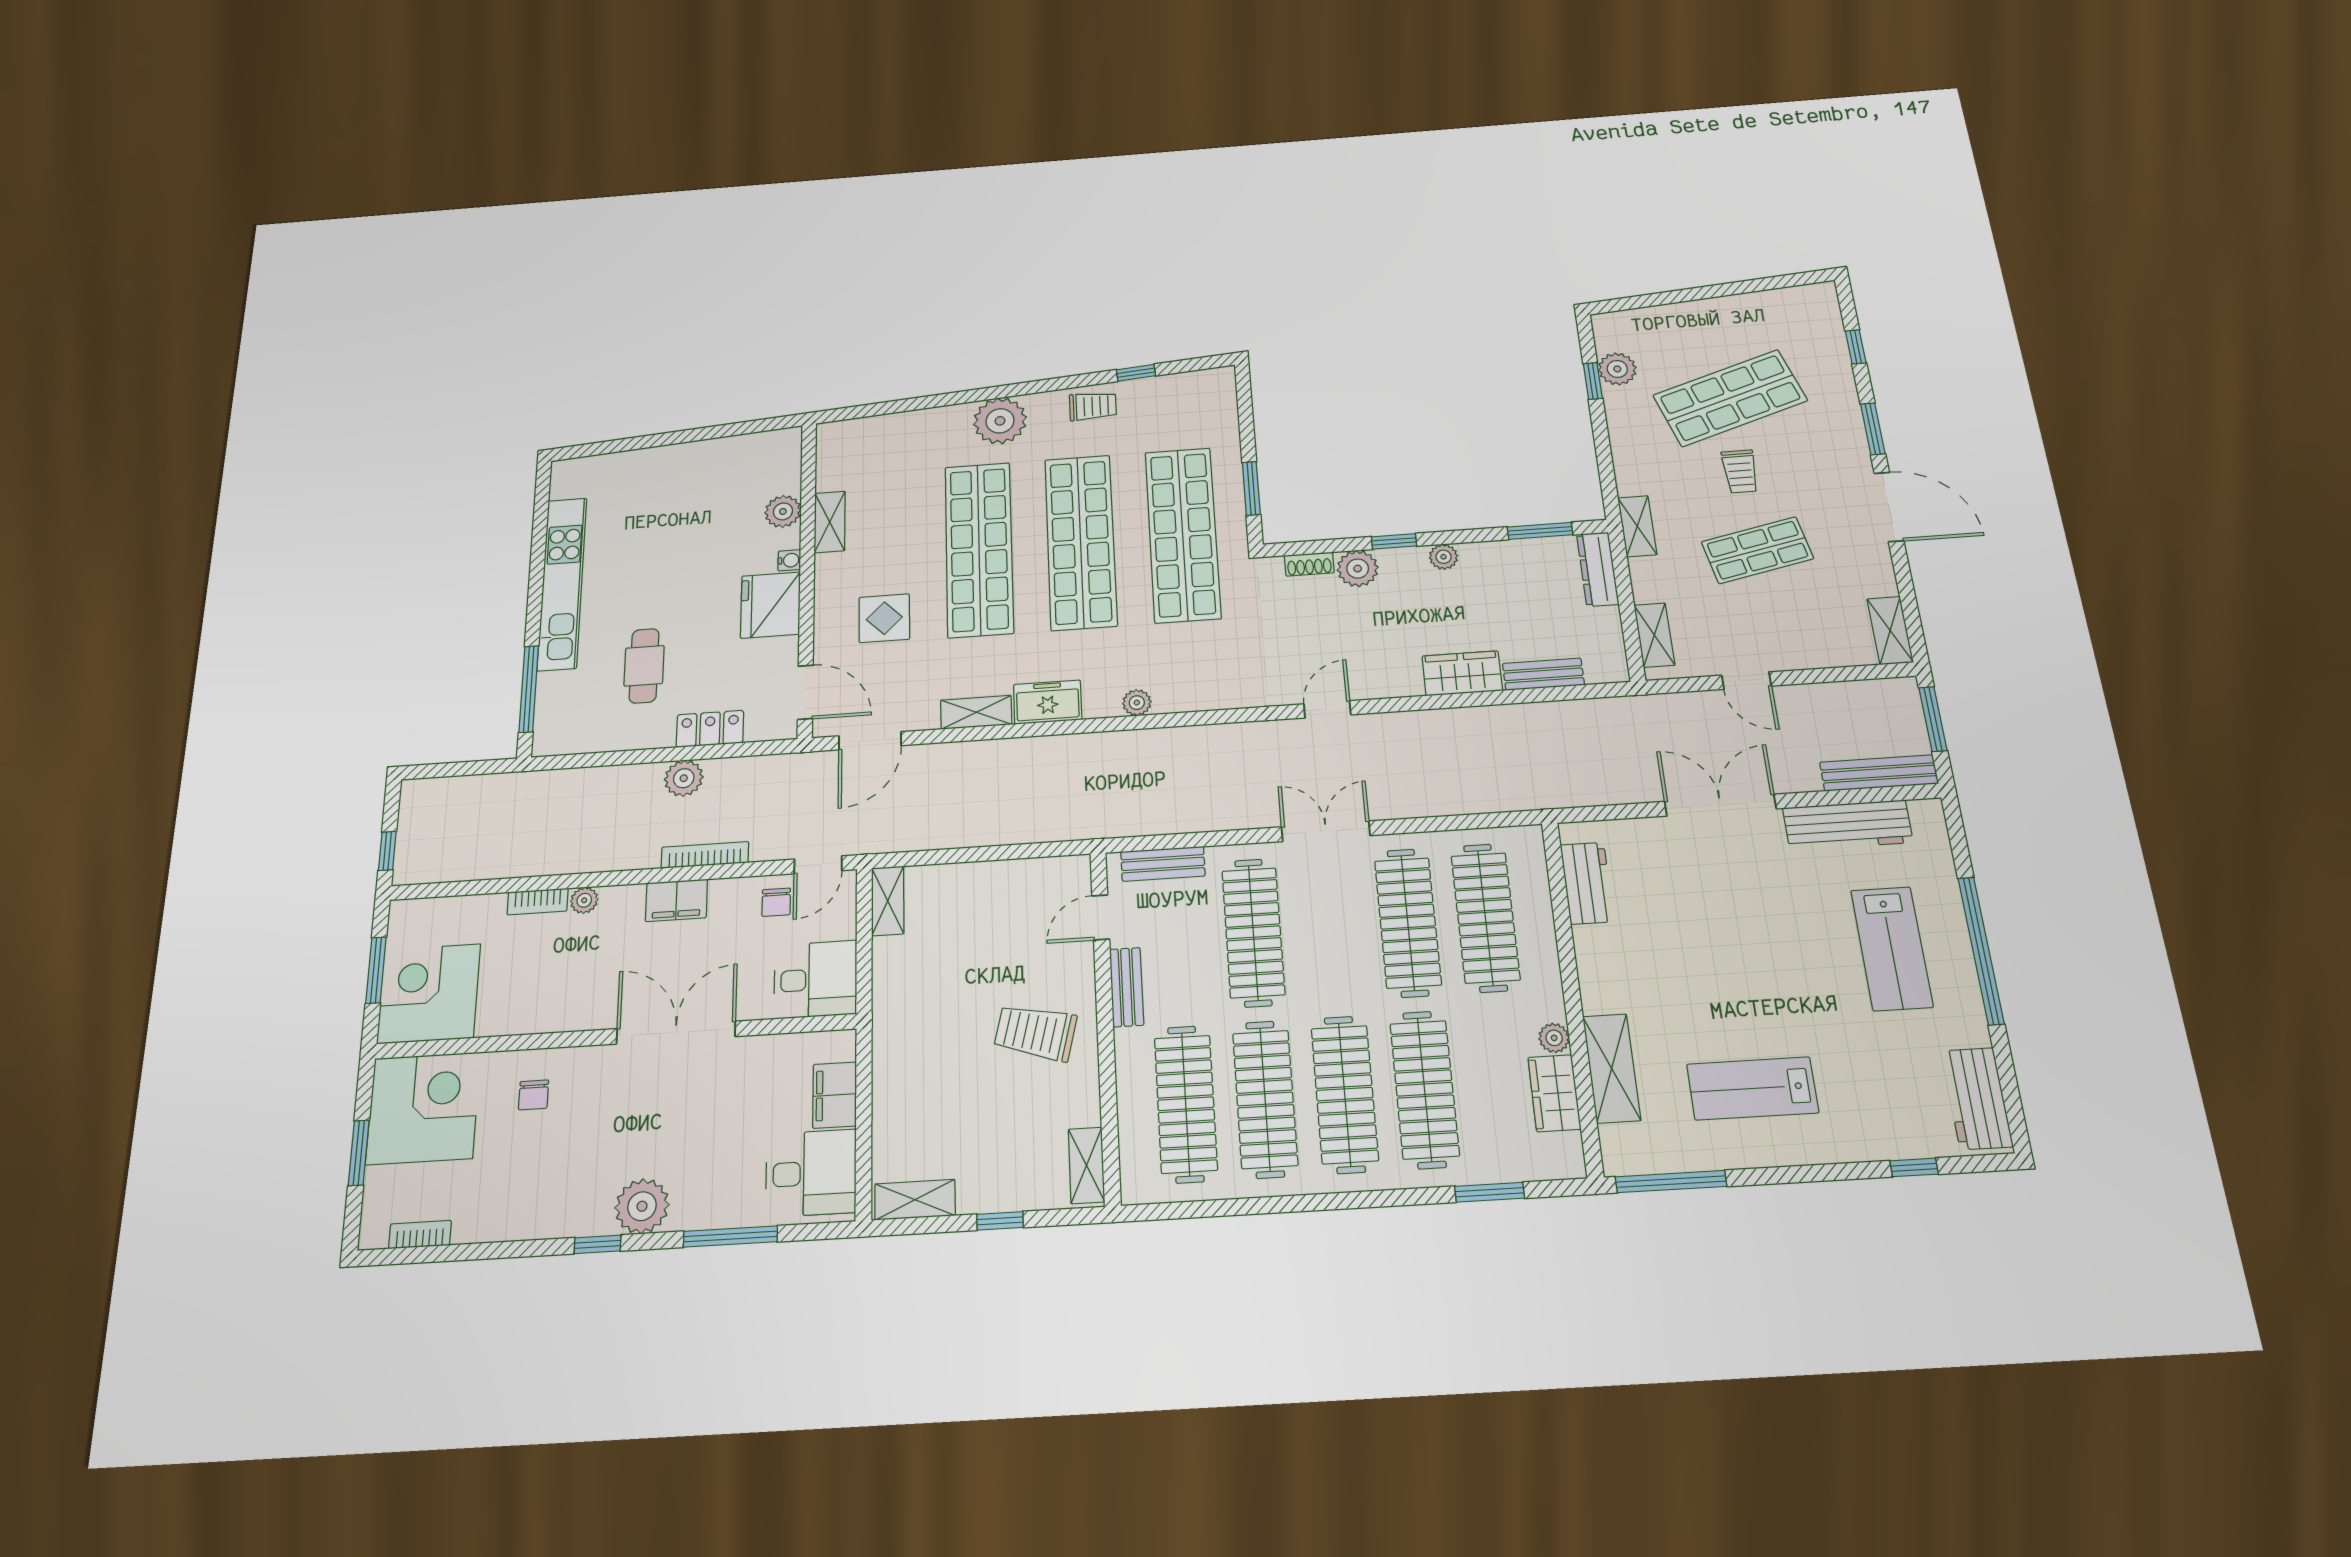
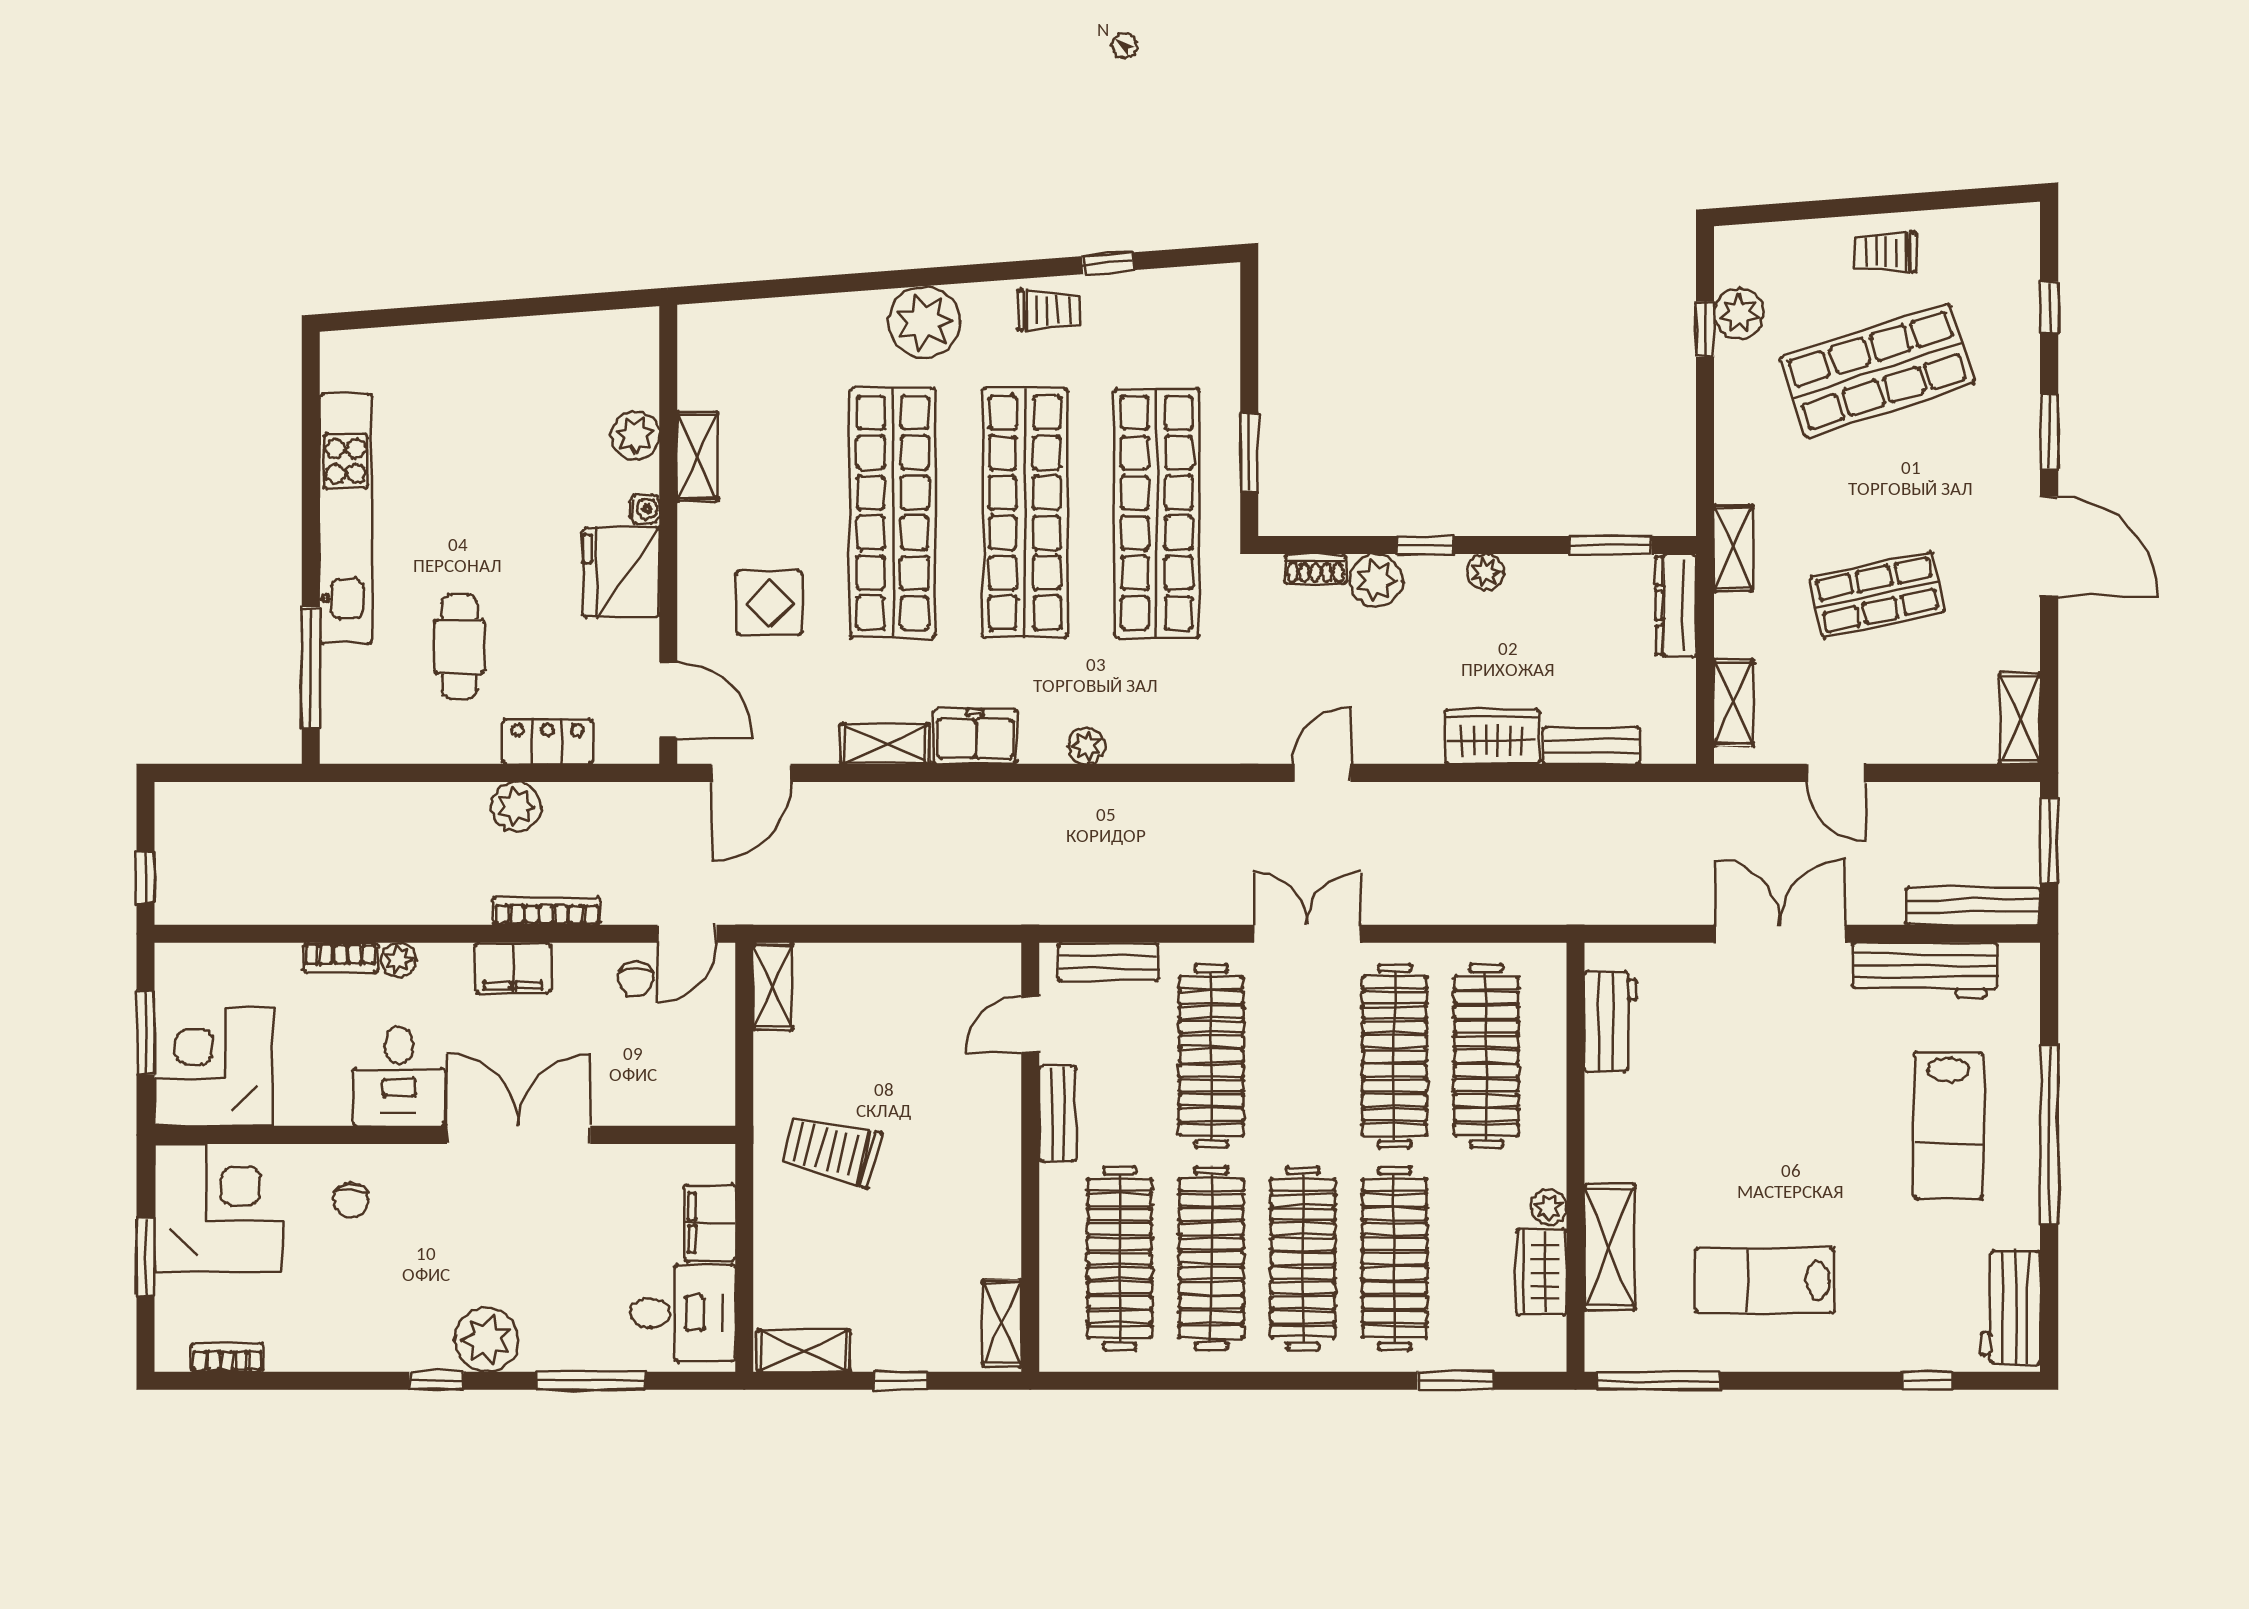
trolley: (1740, 471) -> (1885, 252), moved, turned 90
desk: (816, 979) -> (399, 1076), moved, turned 90
trolley: (1035, 1032) -> (832, 1150), moved

